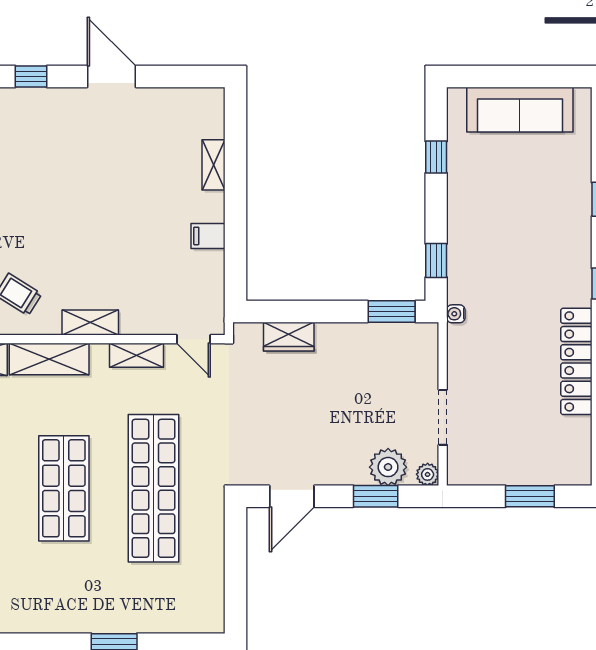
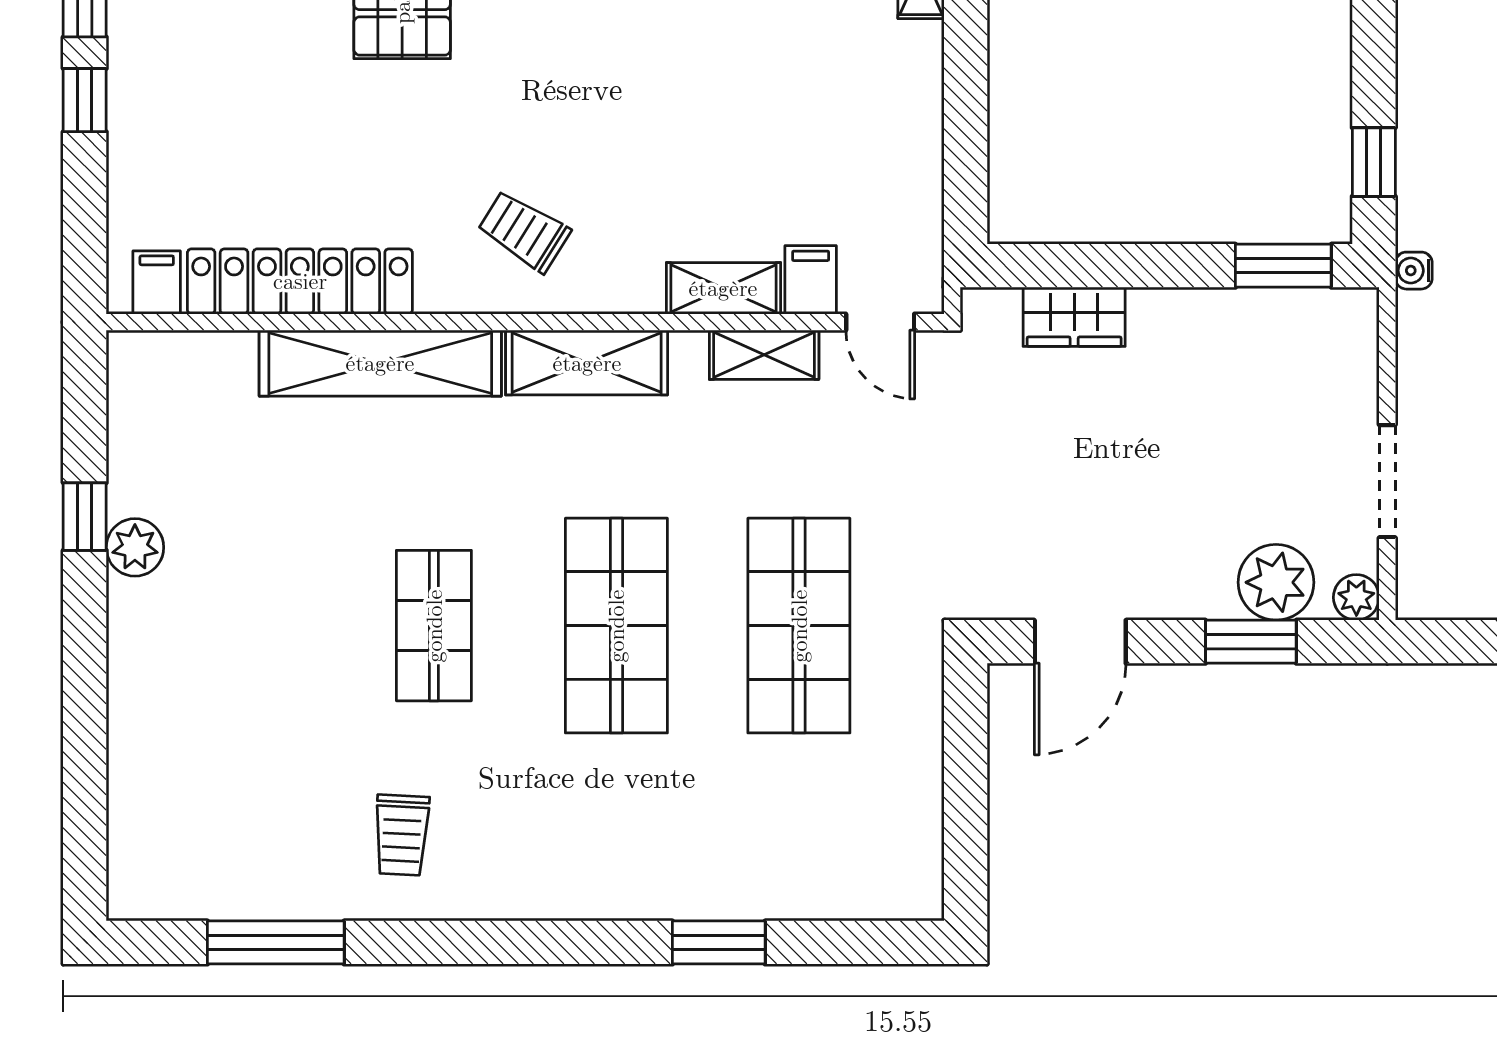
filing cabinet: (208, 236) -> (811, 280), moved, turned 90
shelving: (90, 323) -> (723, 288), moved
shop shelf: (154, 488) -> (799, 626), width x0.71

